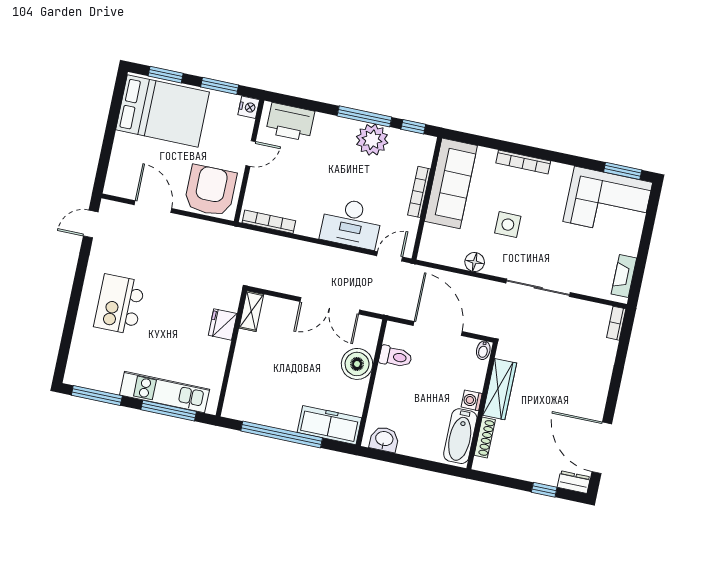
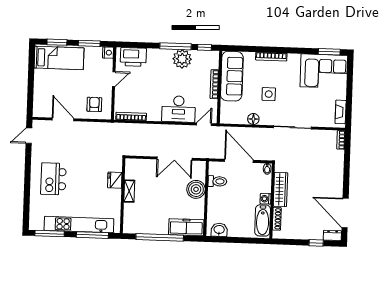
bed: (163, 111) -> (59, 58), width x0.67
armchair: (210, 191) -> (94, 104), width x0.53, depth x0.53
shelving: (251, 311) -> (129, 191), moved
kitchen unit: (165, 392) -> (79, 224), width x1.36

